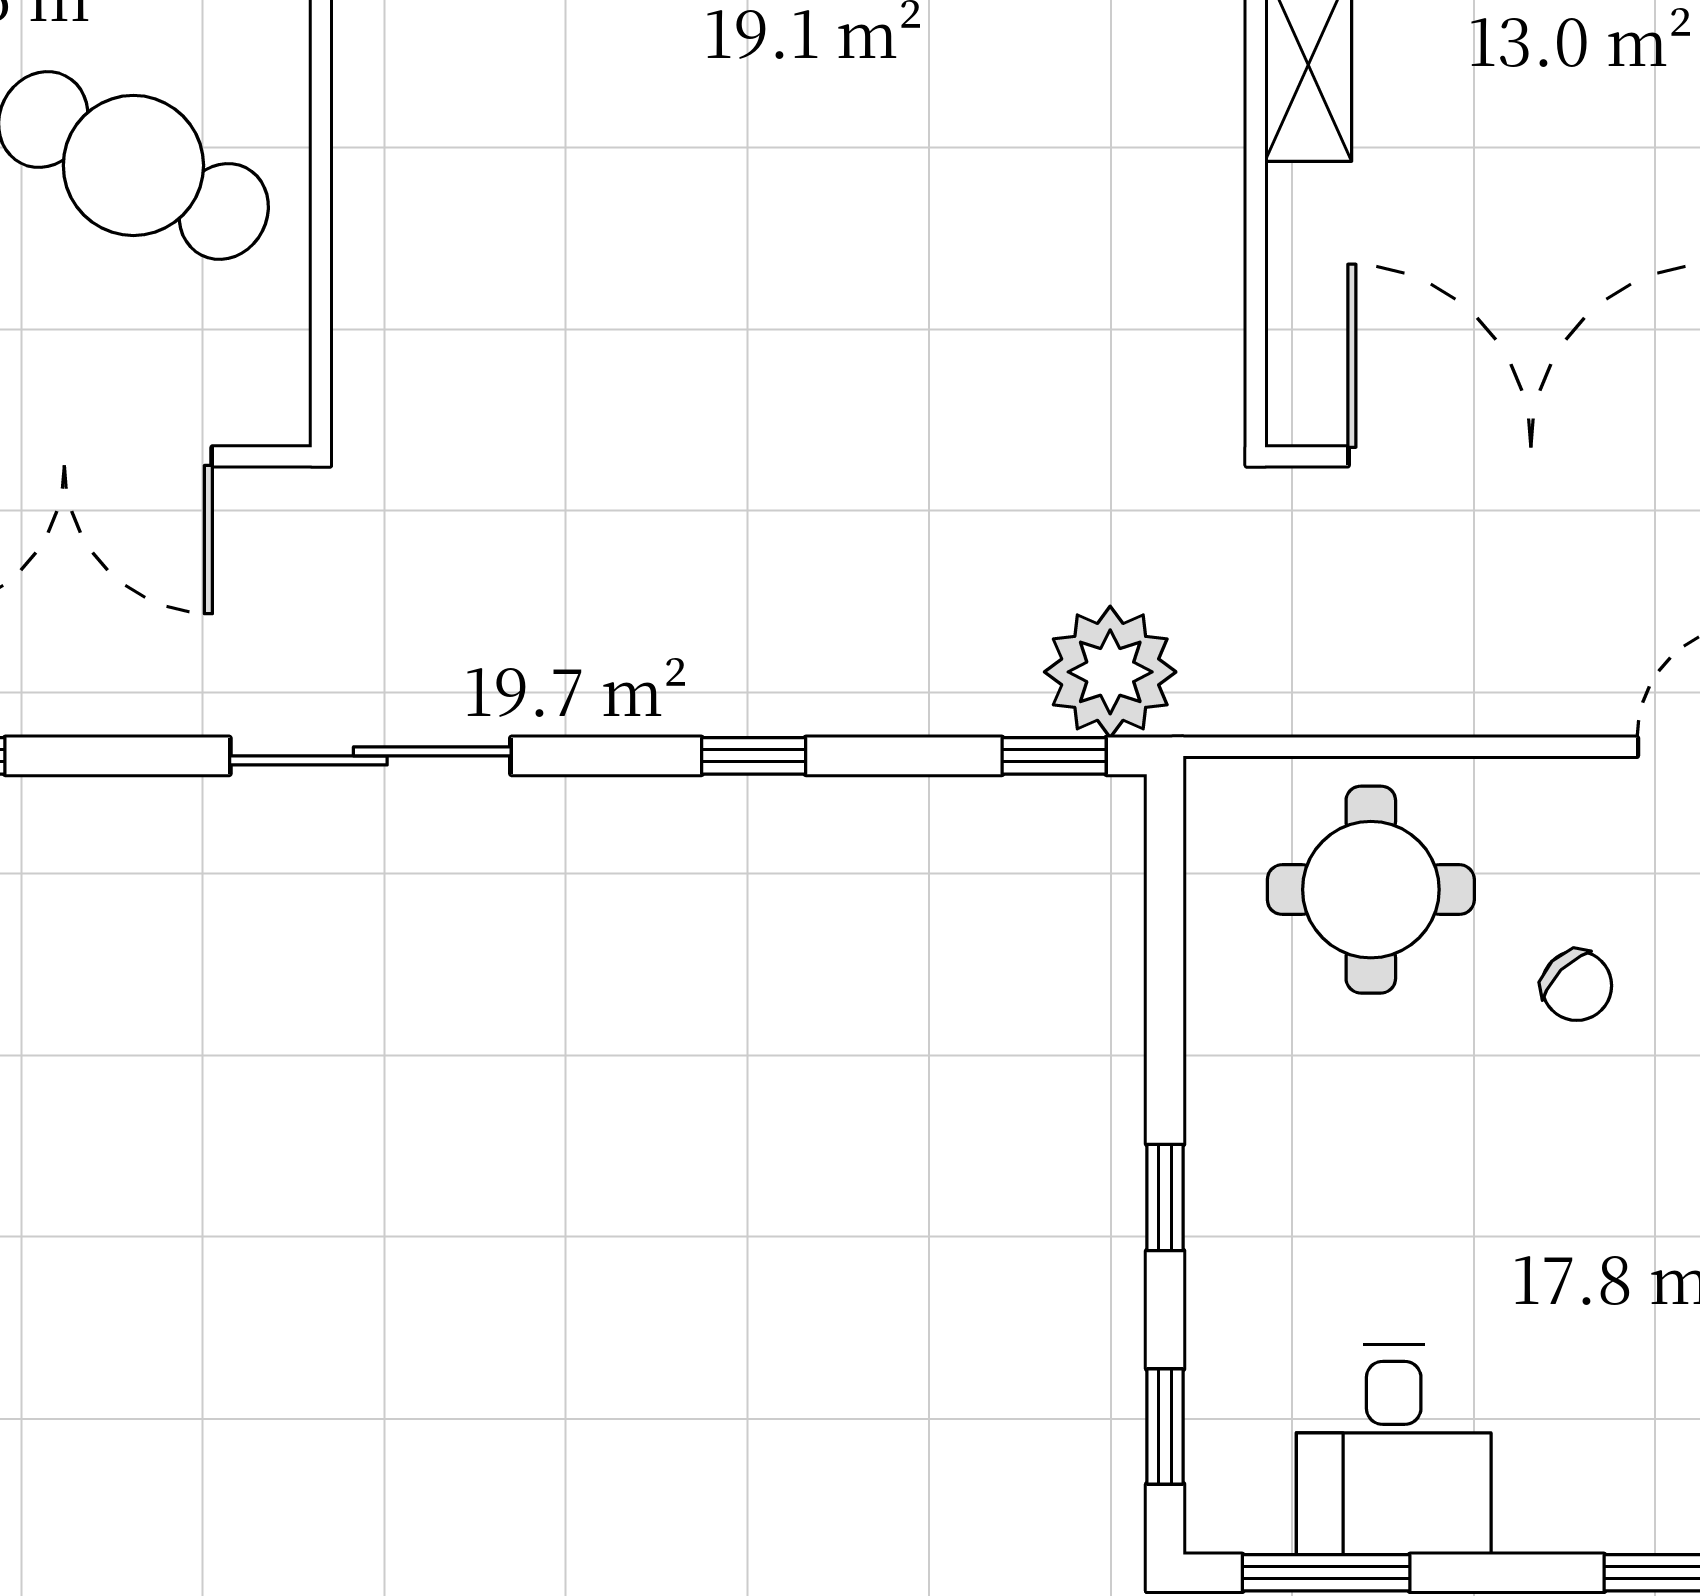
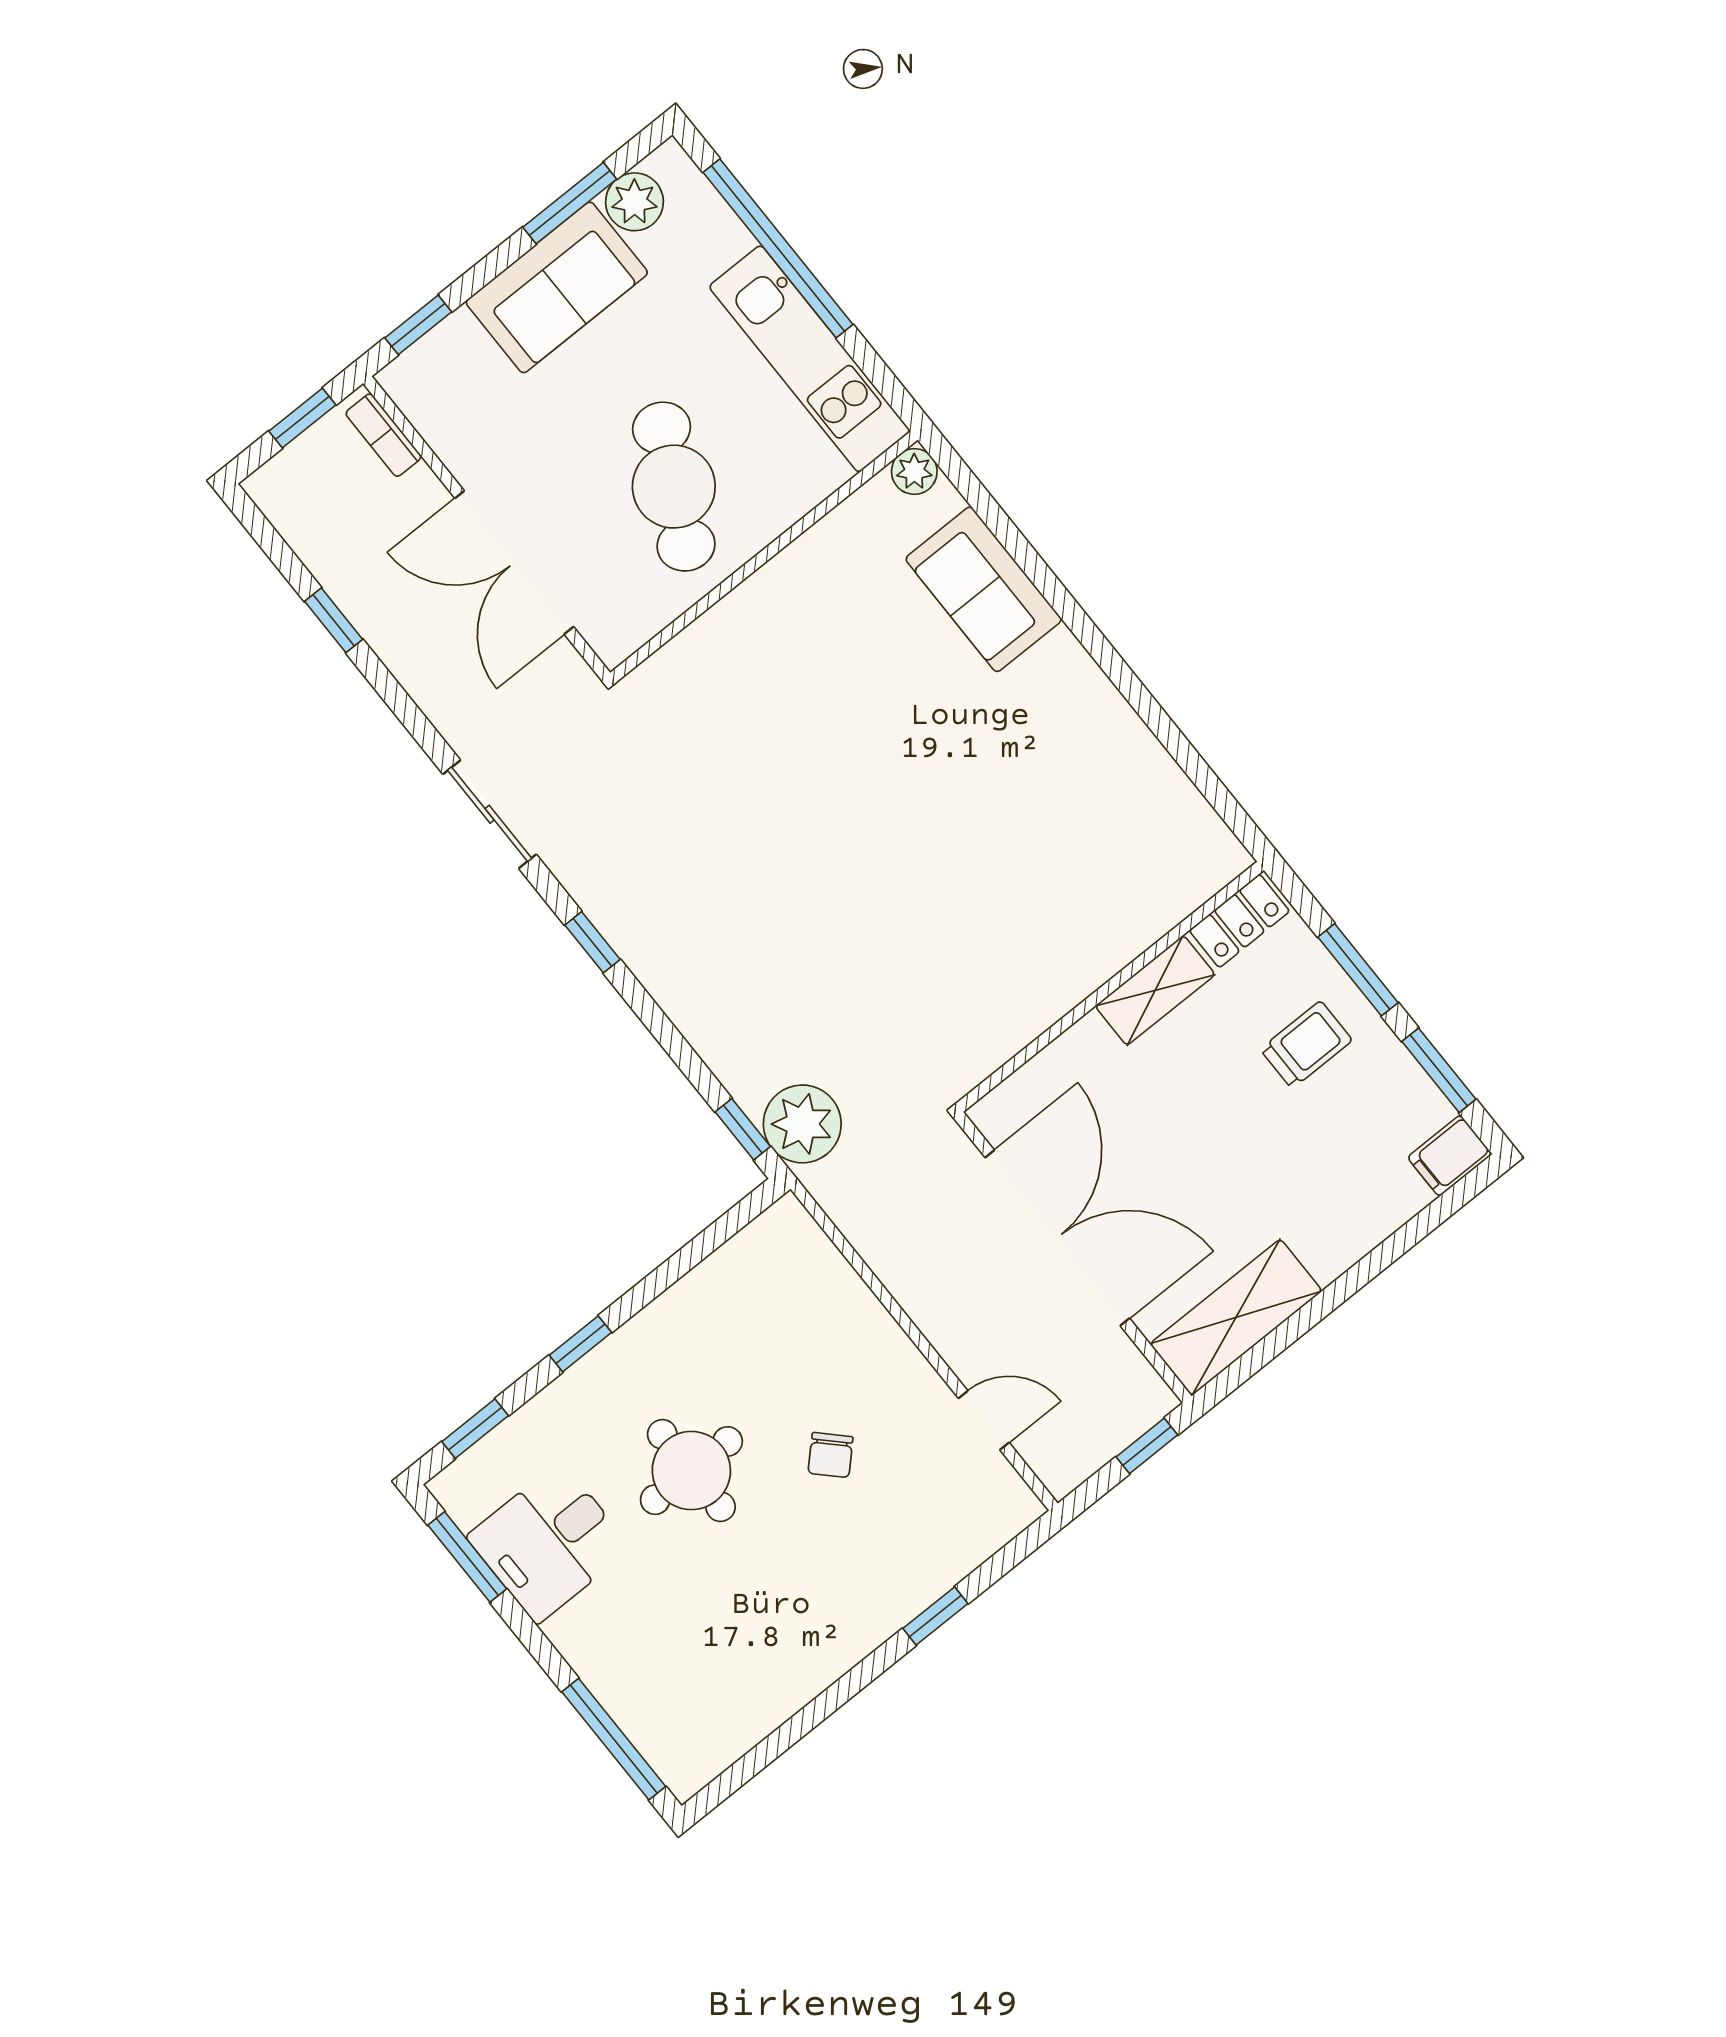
sliding door: (370, 756) -> (490, 814), width x0.73
window: (754, 756) -> (592, 942), moved
round table: (1371, 890) -> (691, 1471), moved

